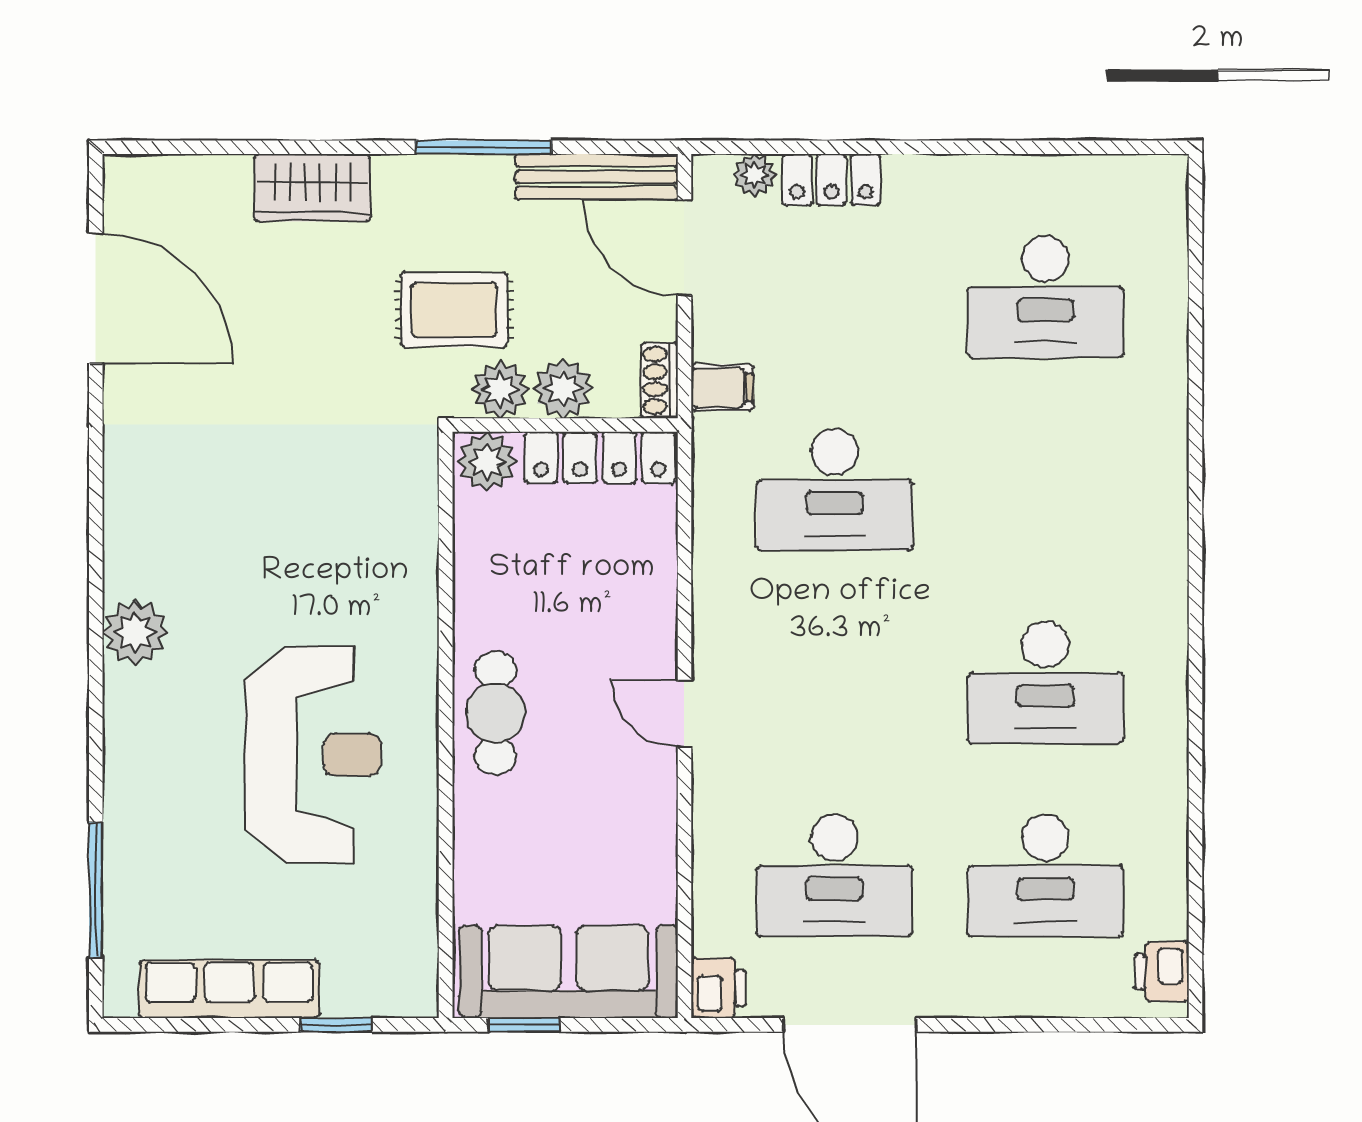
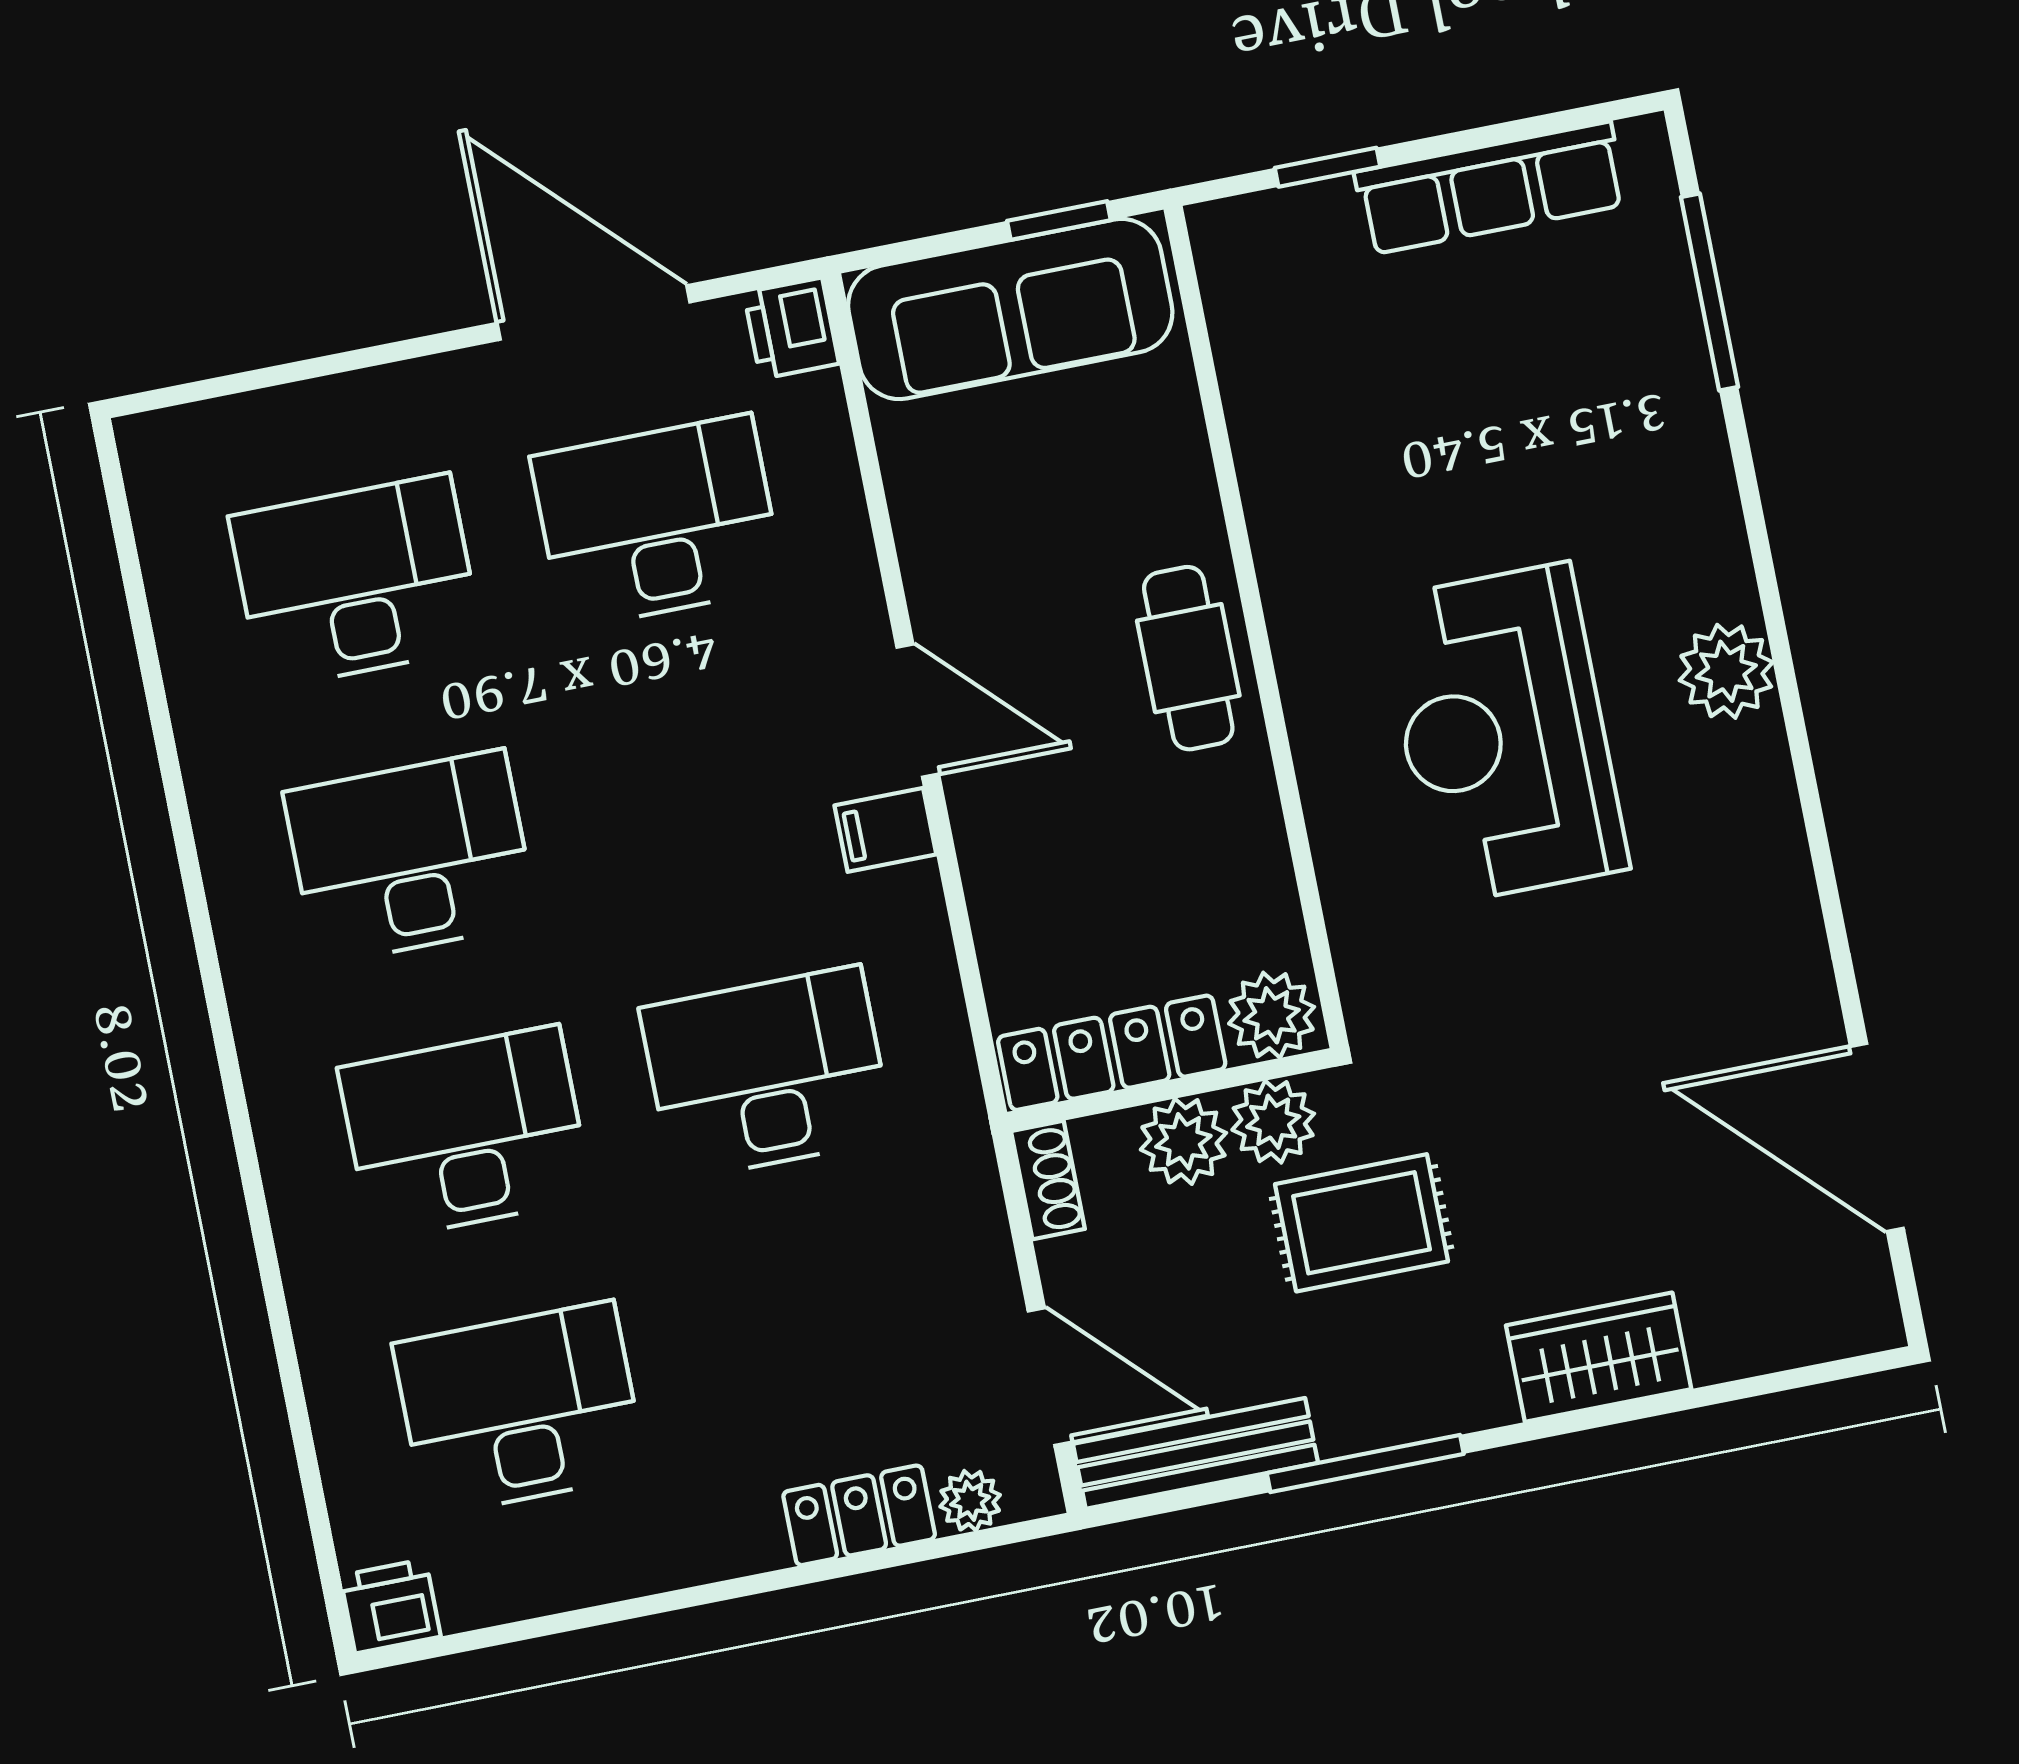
filing cabinet: (722, 388) -> (885, 830), moved
desk: (1045, 490) -> (465, 1133), added
door: (684, 714) -> (918, 711), width x1.37
reception desk: (313, 755) -> (1504, 734), moved
printer: (1162, 971) -> (390, 1606), moved, turned -90

